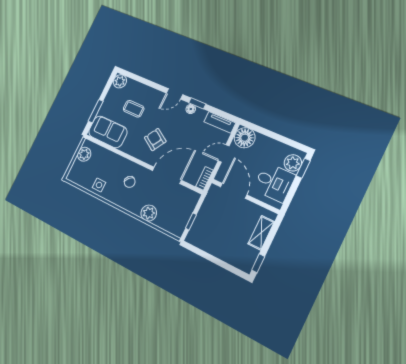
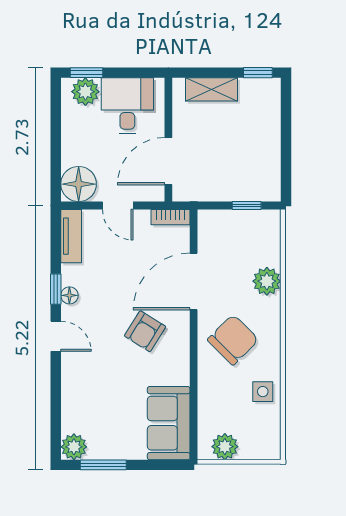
coffee table: (134, 109) -> (110, 396), removed
window: (96, 111) -> (103, 465), moved
door: (167, 175) -> (194, 282), hinge flipped
chair: (130, 182) -> (233, 340), width x1.87, depth x1.87

